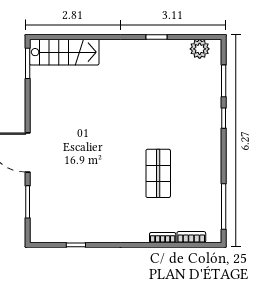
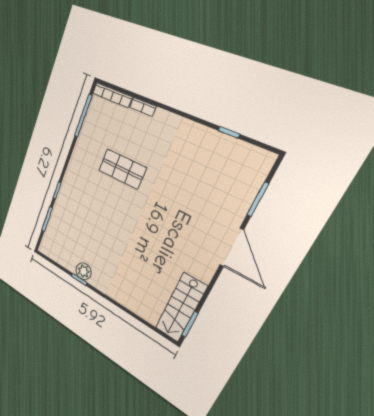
plant: (200, 49) -> (83, 271), moved
stairs: (64, 52) -> (181, 308), moved, turned -90
shop shelf: (158, 173) -> (122, 169), turned 90
bookcase: (191, 237) -> (112, 95), width x1.56

